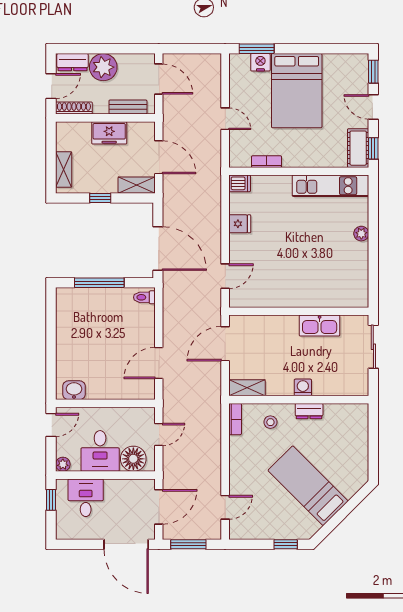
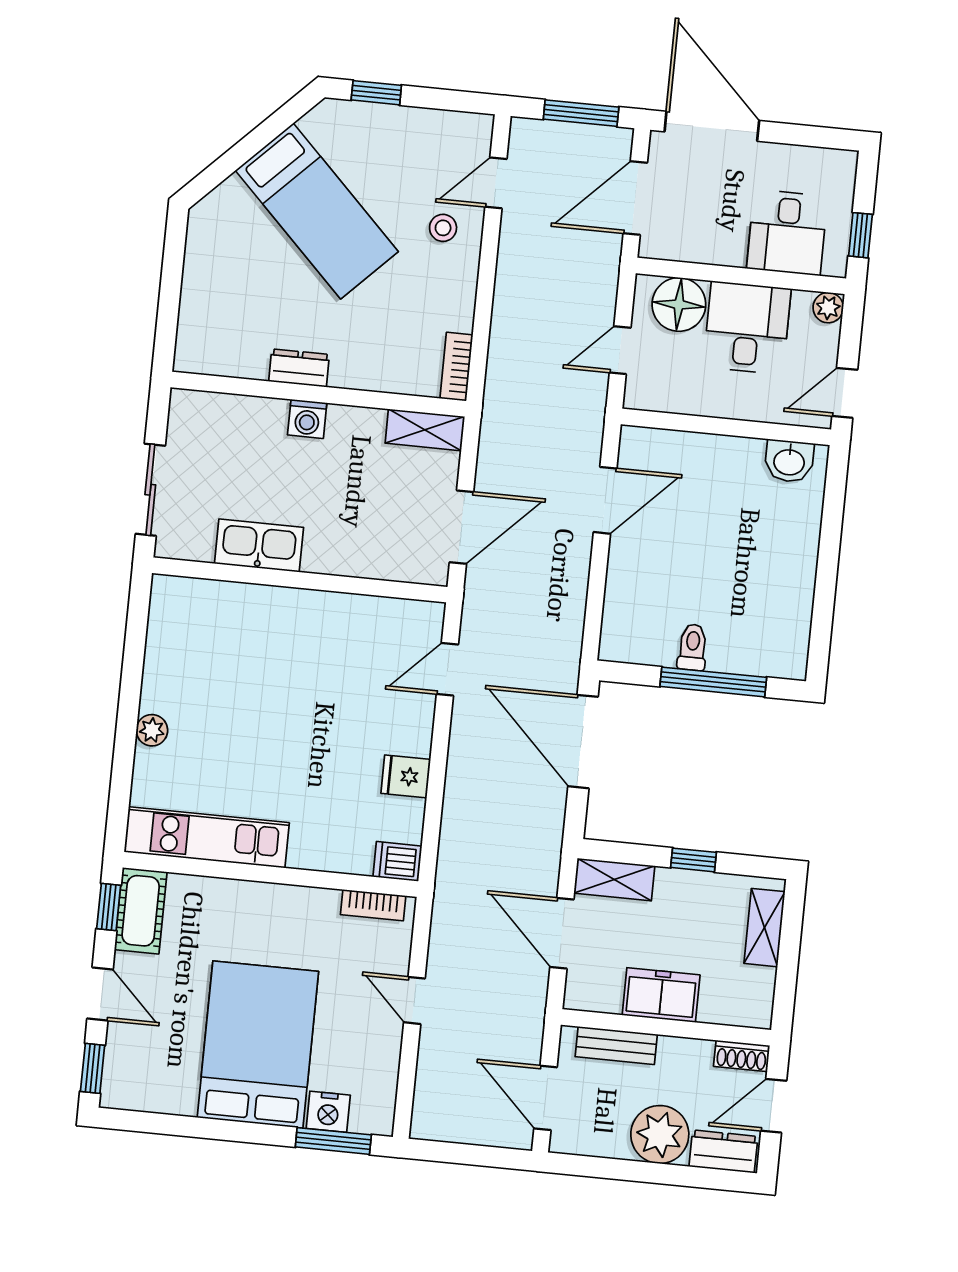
shoe rack: (74, 108) -> (742, 1056), width x0.70
bookcase: (266, 162) -> (373, 905), moved
toilet: (144, 297) -> (693, 647), moved, turned -90
stool: (270, 422) -> (443, 228), moved

